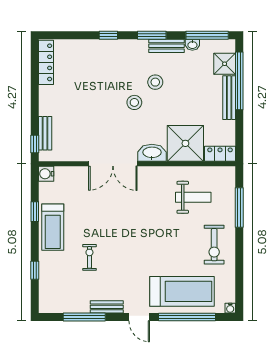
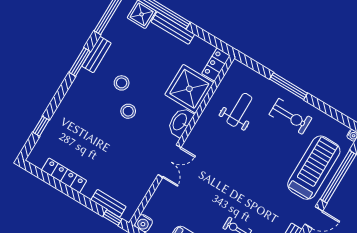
window: (108, 35) -> (41, 126), moved
washbasin: (192, 45) -> (109, 32), removed
locker: (46, 62) -> (64, 175), moved
double door: (113, 164) -> (169, 161), width x0.73
window: (239, 208) -> (289, 86), moved

